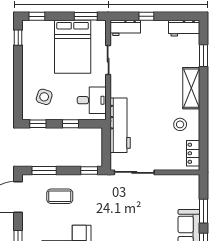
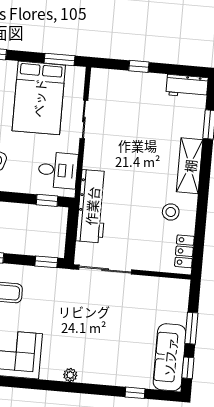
workbench: (125, 28) -> (110, 79), removed
window: (71, 124) -> (47, 200), moved

